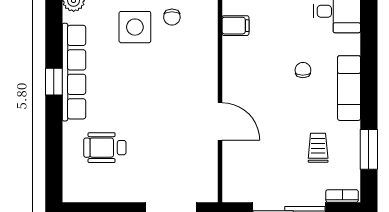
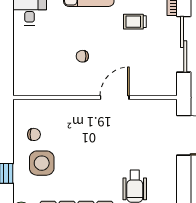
filing cabinet: (235, 26) -> (41, 85), removed
chair: (303, 70) -> (82, 56), moved

